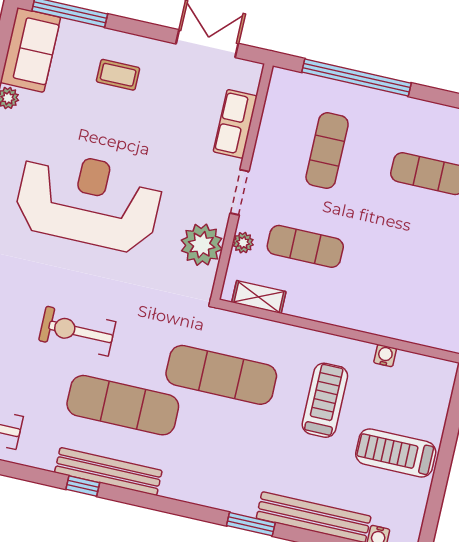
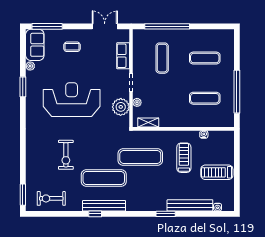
exercise mat: (305, 246) -> (205, 98), moved
exercise bike: (77, 331) -> (66, 155), moved, turned -90

